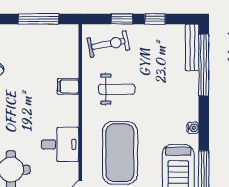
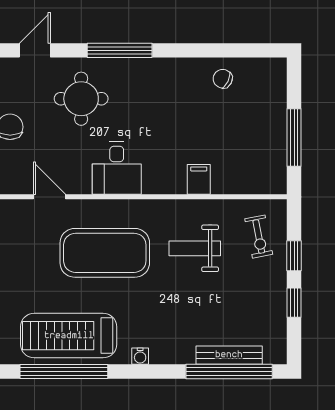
exercise bike: (108, 44) -> (259, 237), width x0.73, depth x0.72
bench: (192, 47) -> (229, 355), moved
weight bench: (117, 89) -> (195, 248), turned 90

